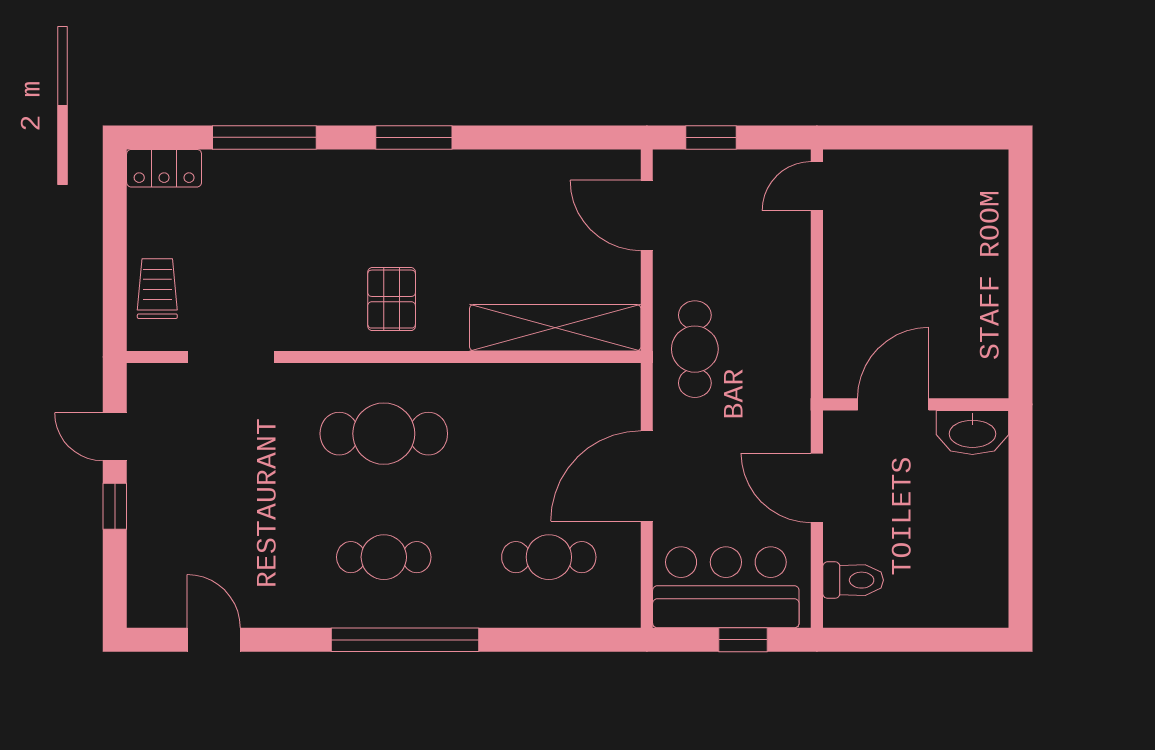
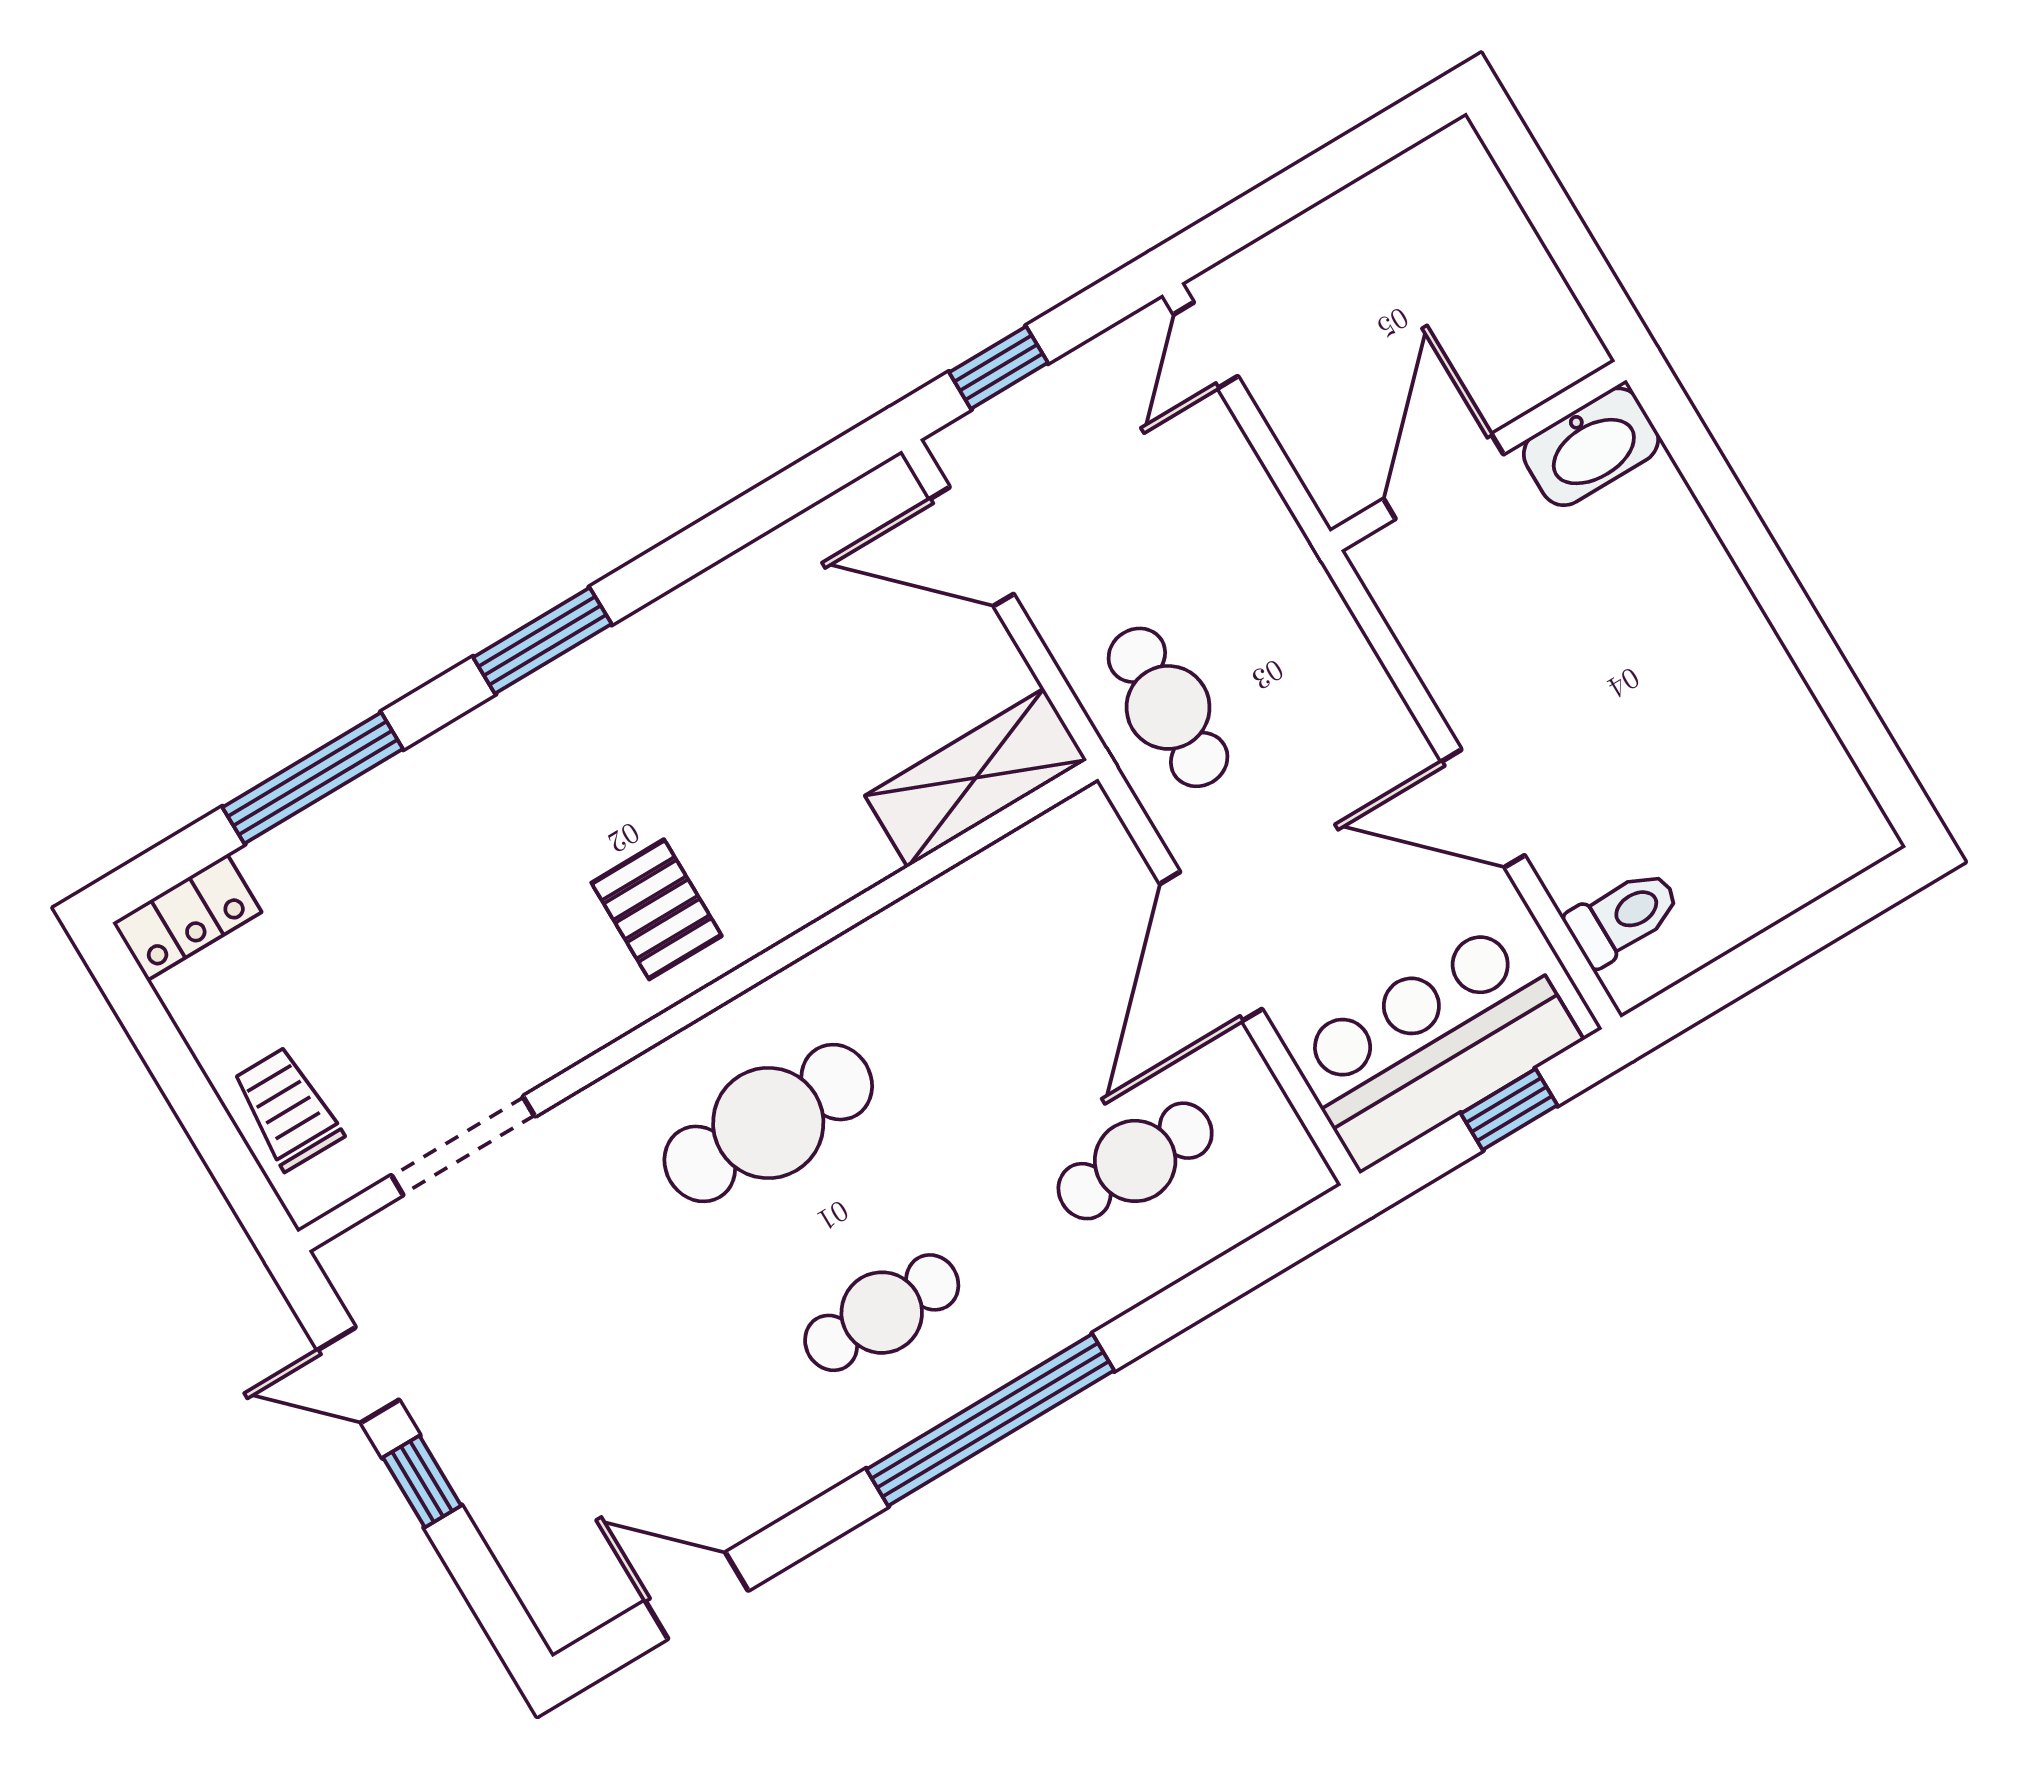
shelving: (555, 328) -> (976, 778), width x0.68
door: (893, 404) -> (1443, 477), moved
wall: (916, 404) -> (1478, 456), moved
washbasin: (972, 432) -> (1591, 447), moved

